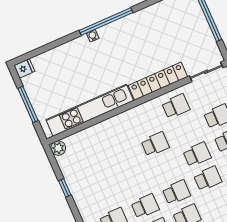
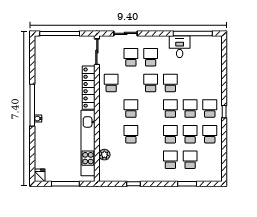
plant: (58, 148) -> (104, 155), moved
school desk: (124, 158) -> (131, 134), added

